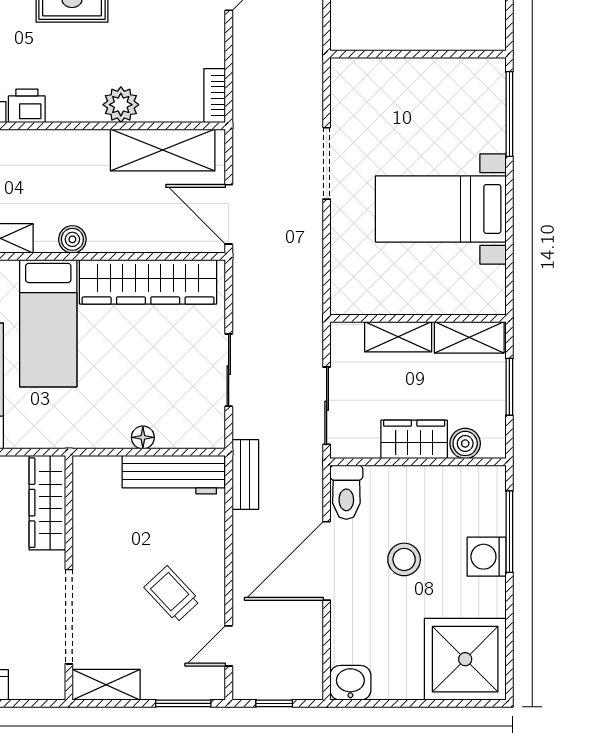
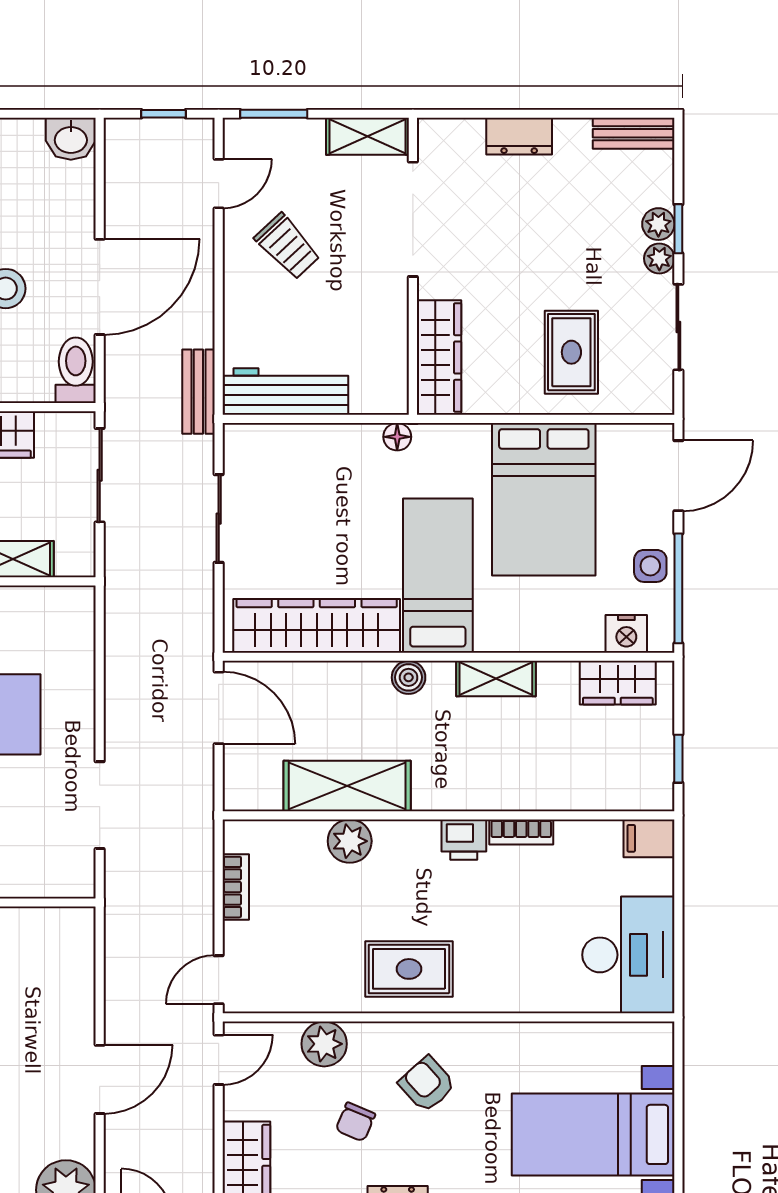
bookcase: (215, 96) -> (236, 887), moved
shelving: (163, 150) -> (347, 786), moved
doorway: (327, 163) -> (100, 805), moved
floor lamp: (143, 437) -> (397, 437), moved

